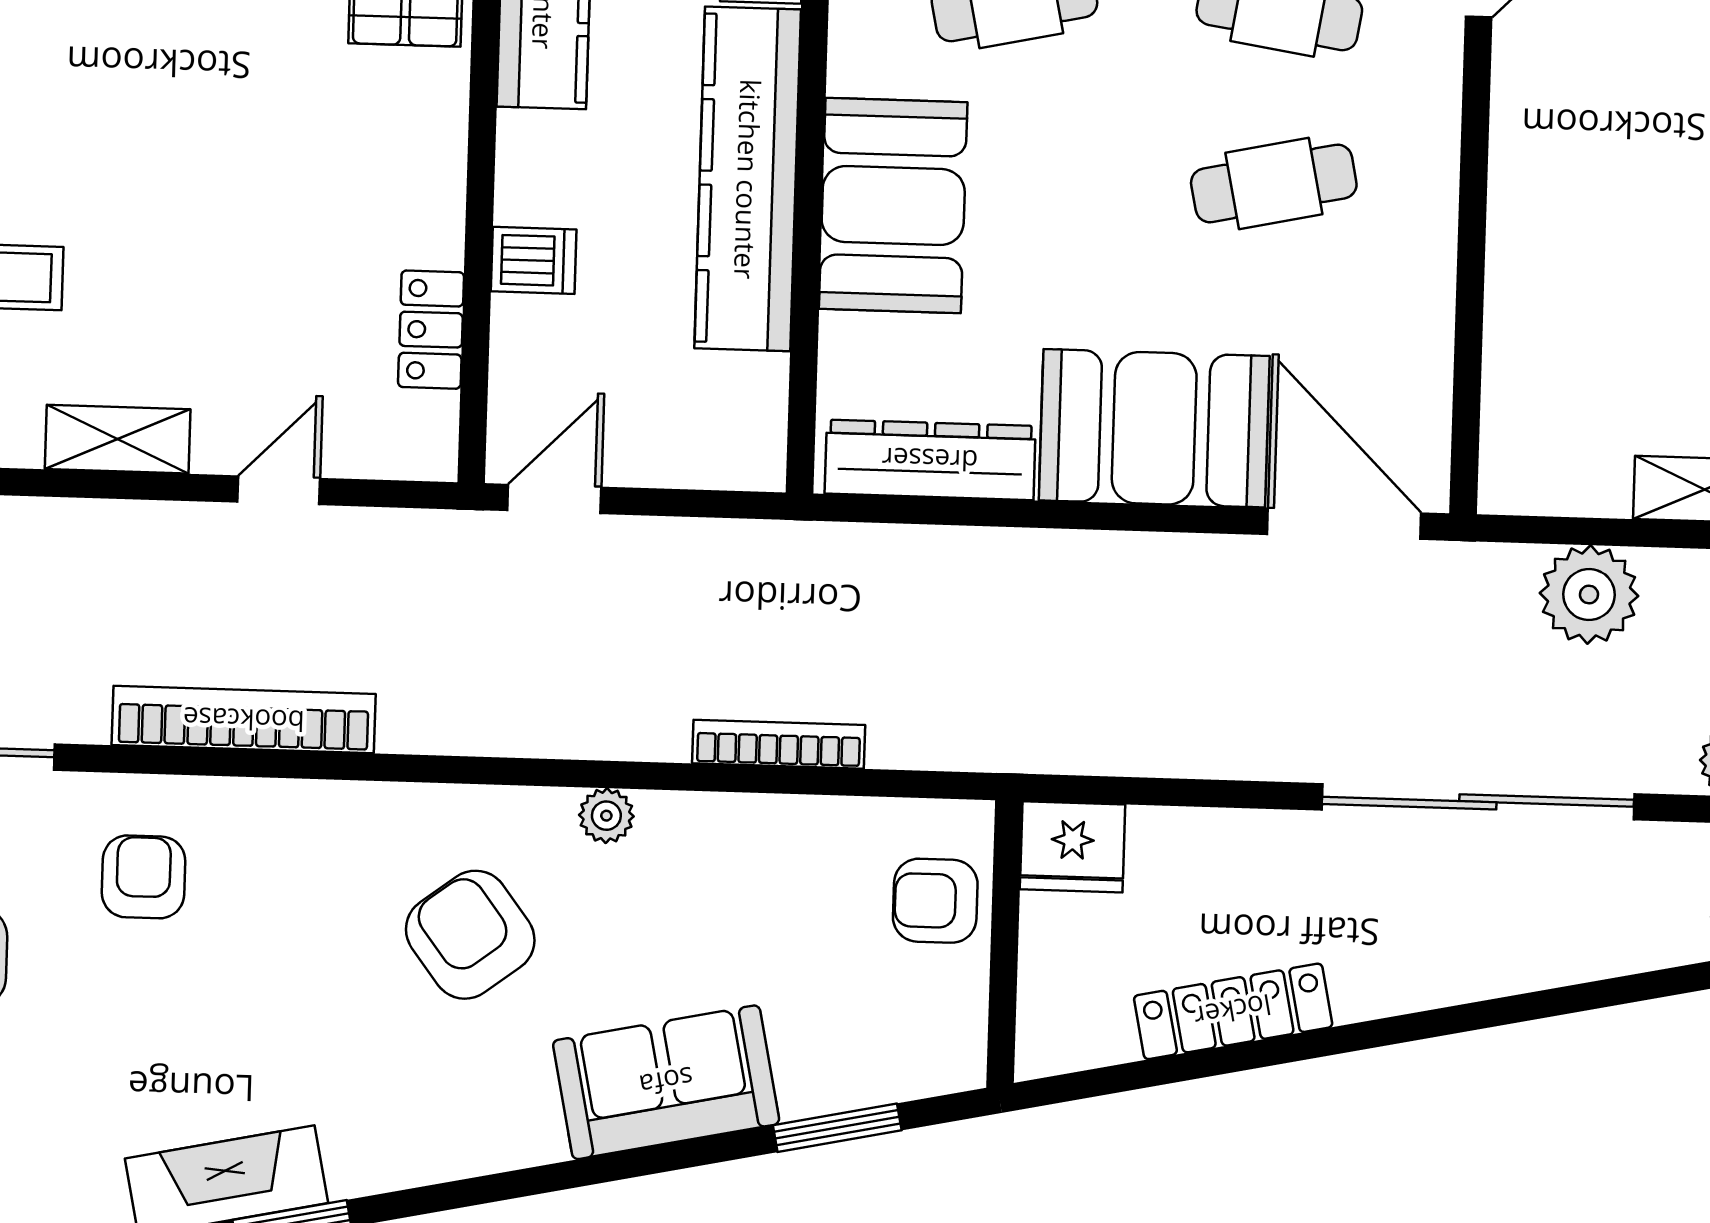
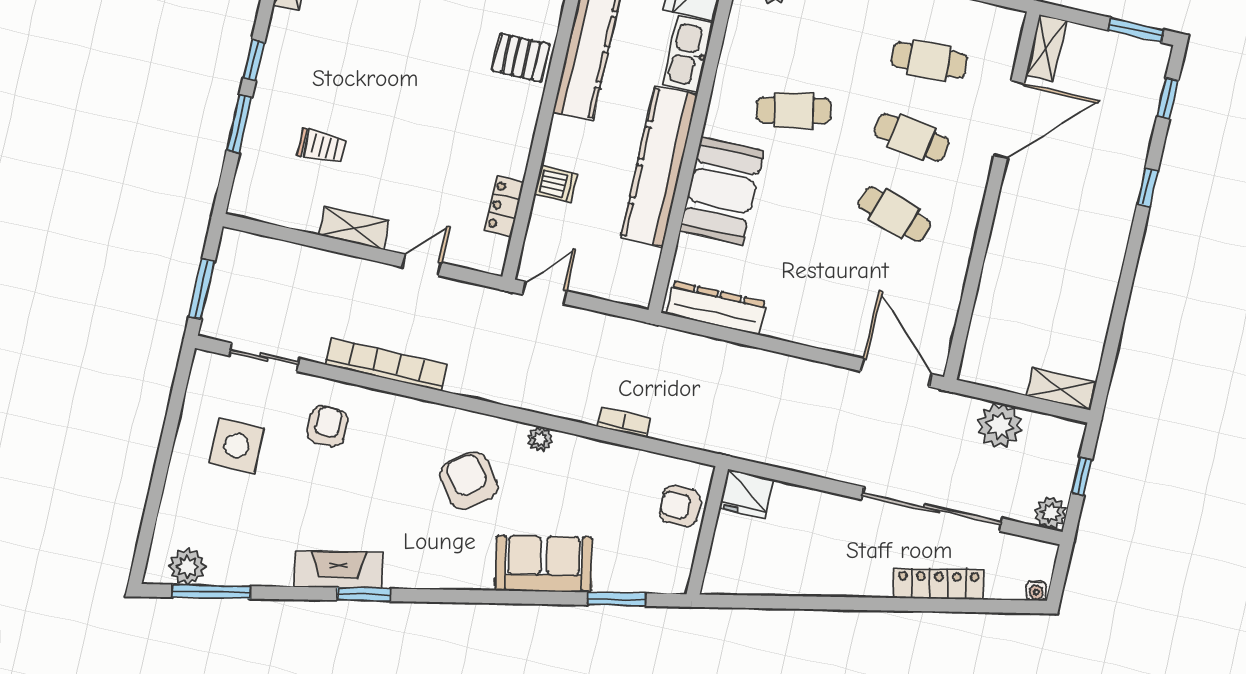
cafe table: (1274, 183) -> (894, 214), turned 30
booth: (1154, 428) -> (819, 313), removed
bookcase: (779, 744) -> (624, 422), width x0.64
locker: (1233, 1011) -> (939, 584), moved

